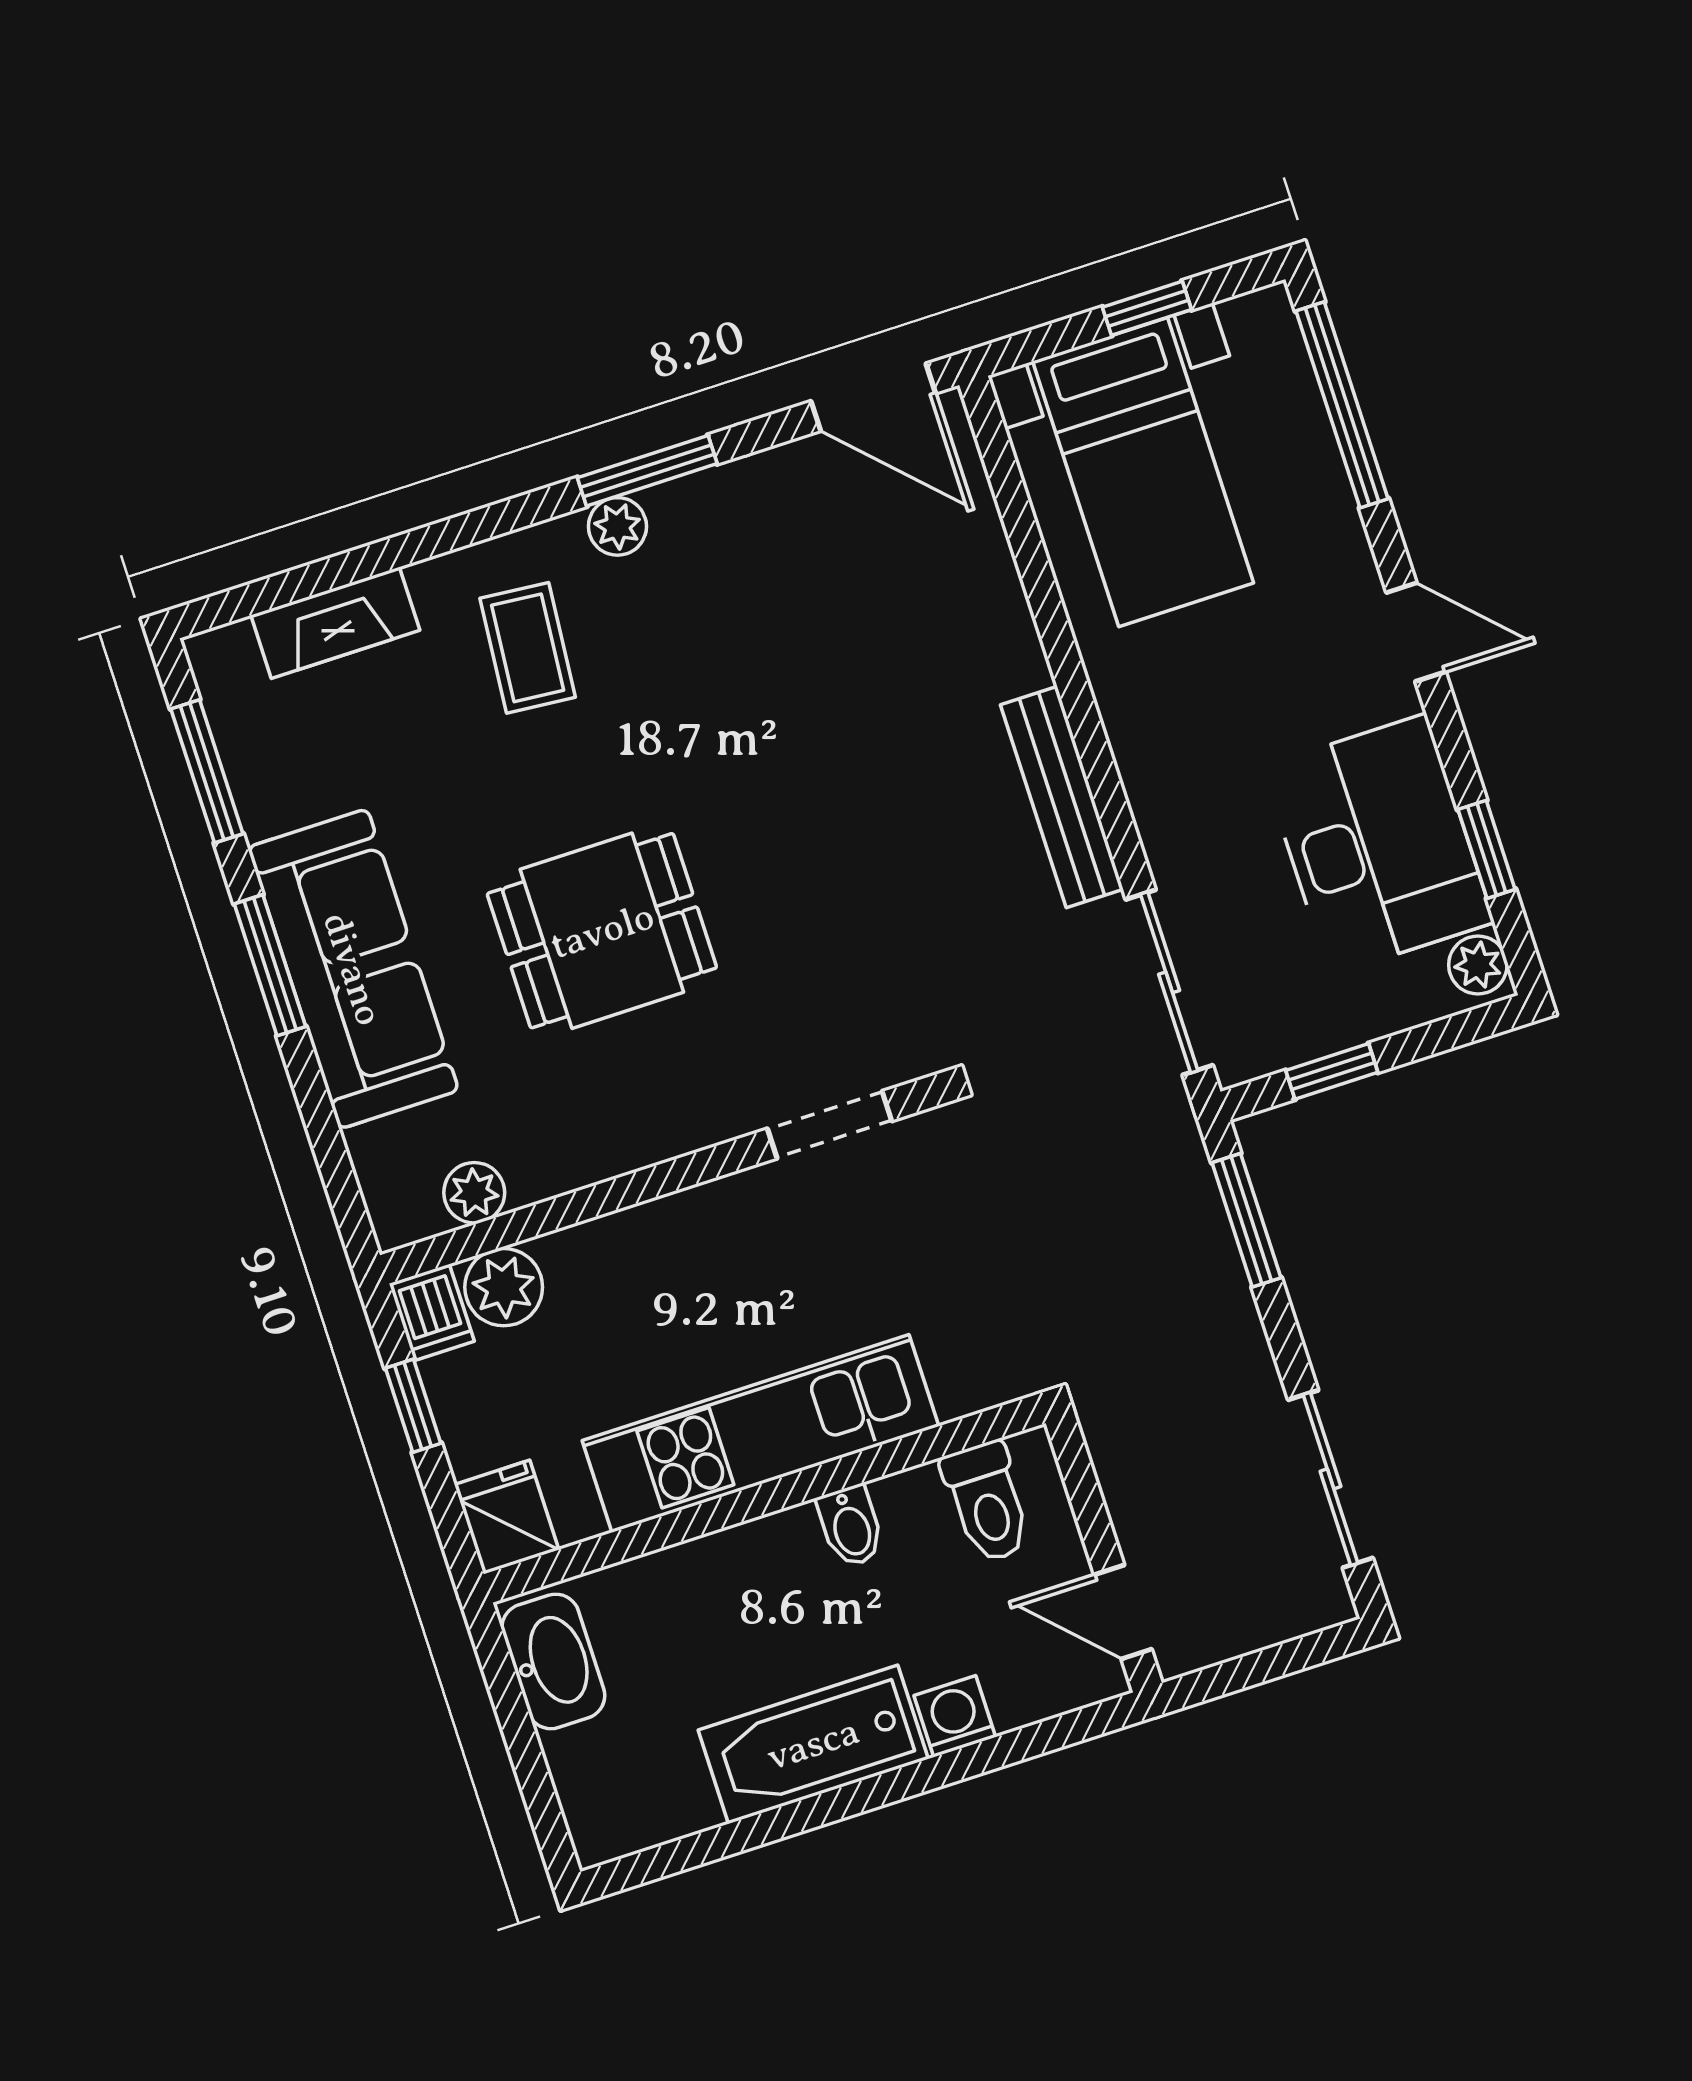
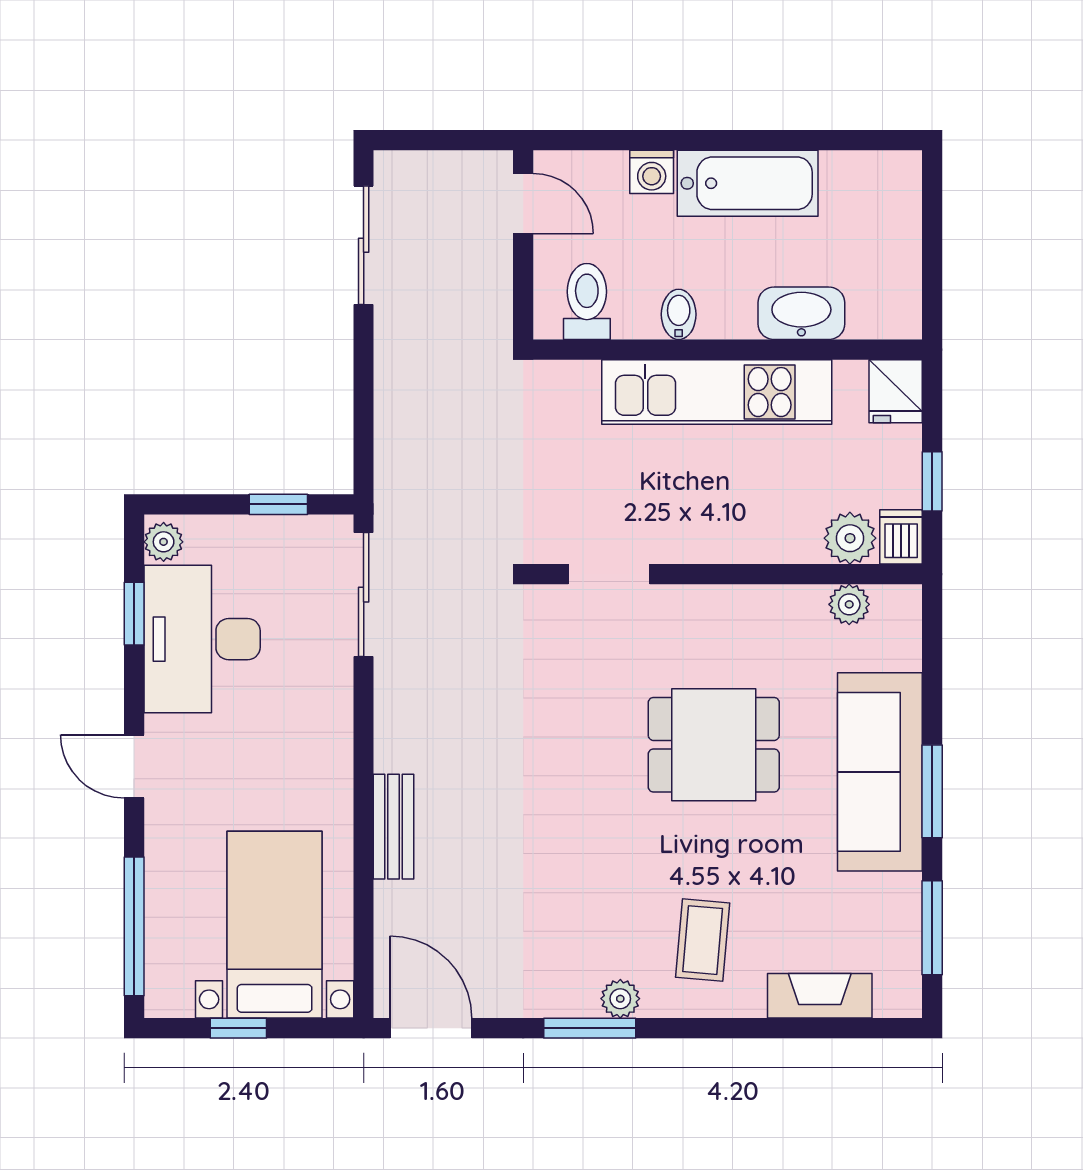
bench: (1062, 797) -> (394, 827), moved, width x0.73
window: (1246, 1220) -> (364, 427), removed
washbasin: (553, 1661) -> (801, 313), moved, turned 90

